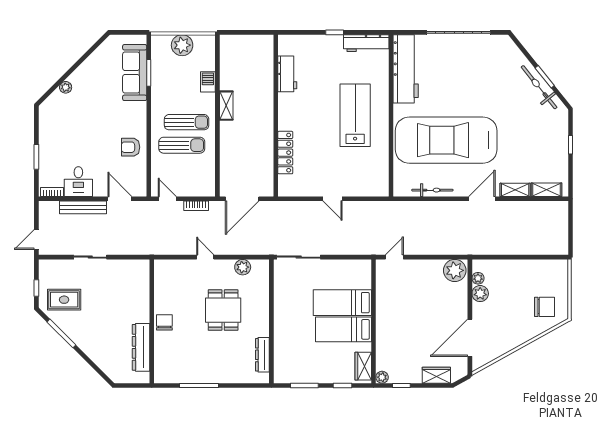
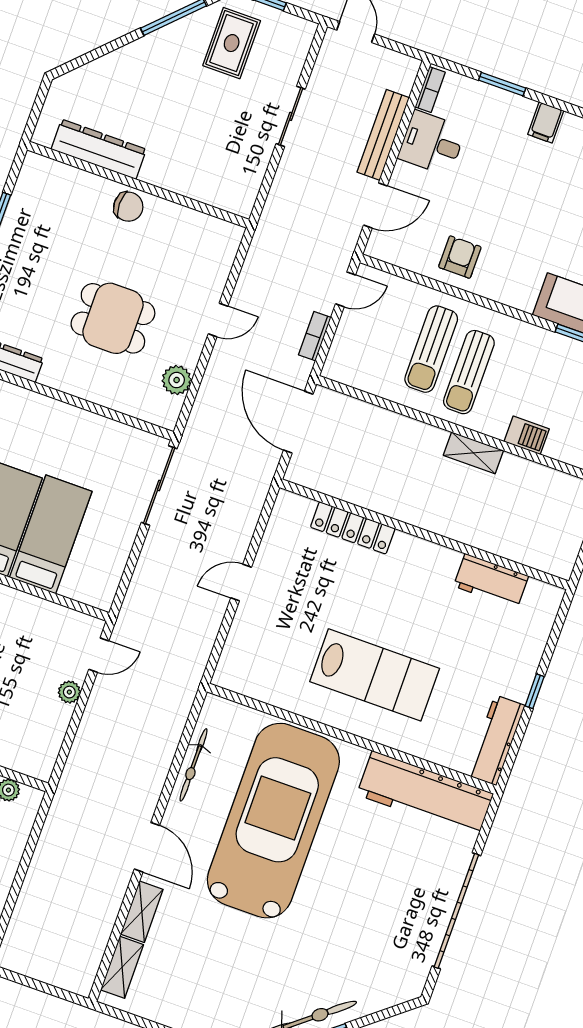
filing cabinet: (48, 128) -> (546, 122), added
door: (394, 257) -> (99, 655), hinge flipped
plant: (455, 270) -> (69, 692), moved, width x0.53, depth x0.53

